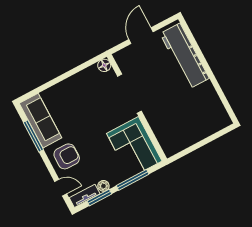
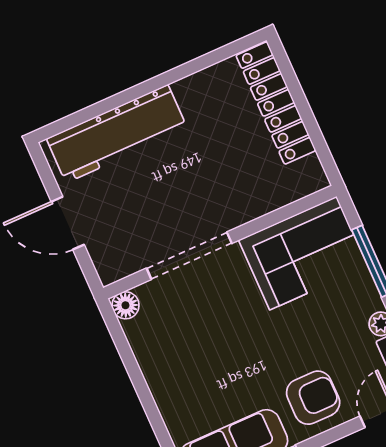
locker: (204, 130) -> (276, 103), added
armchair: (67, 156) -> (313, 398), turned 90

